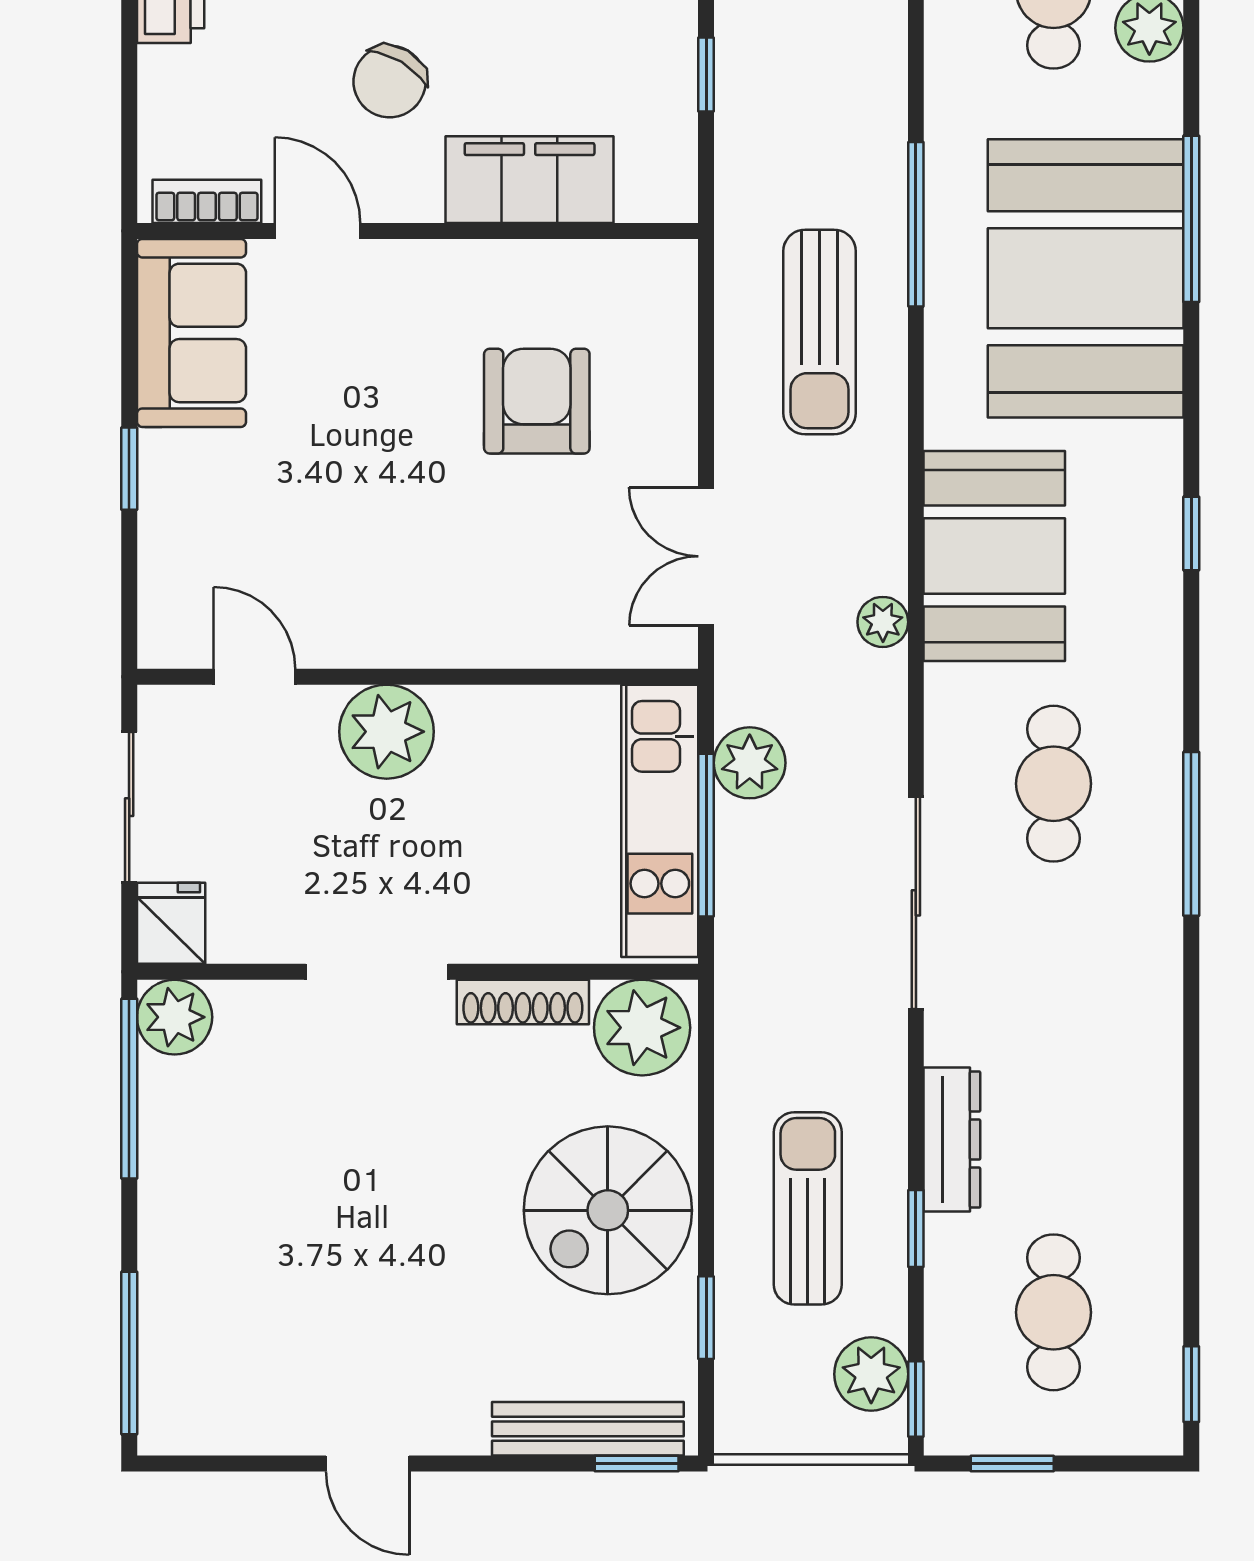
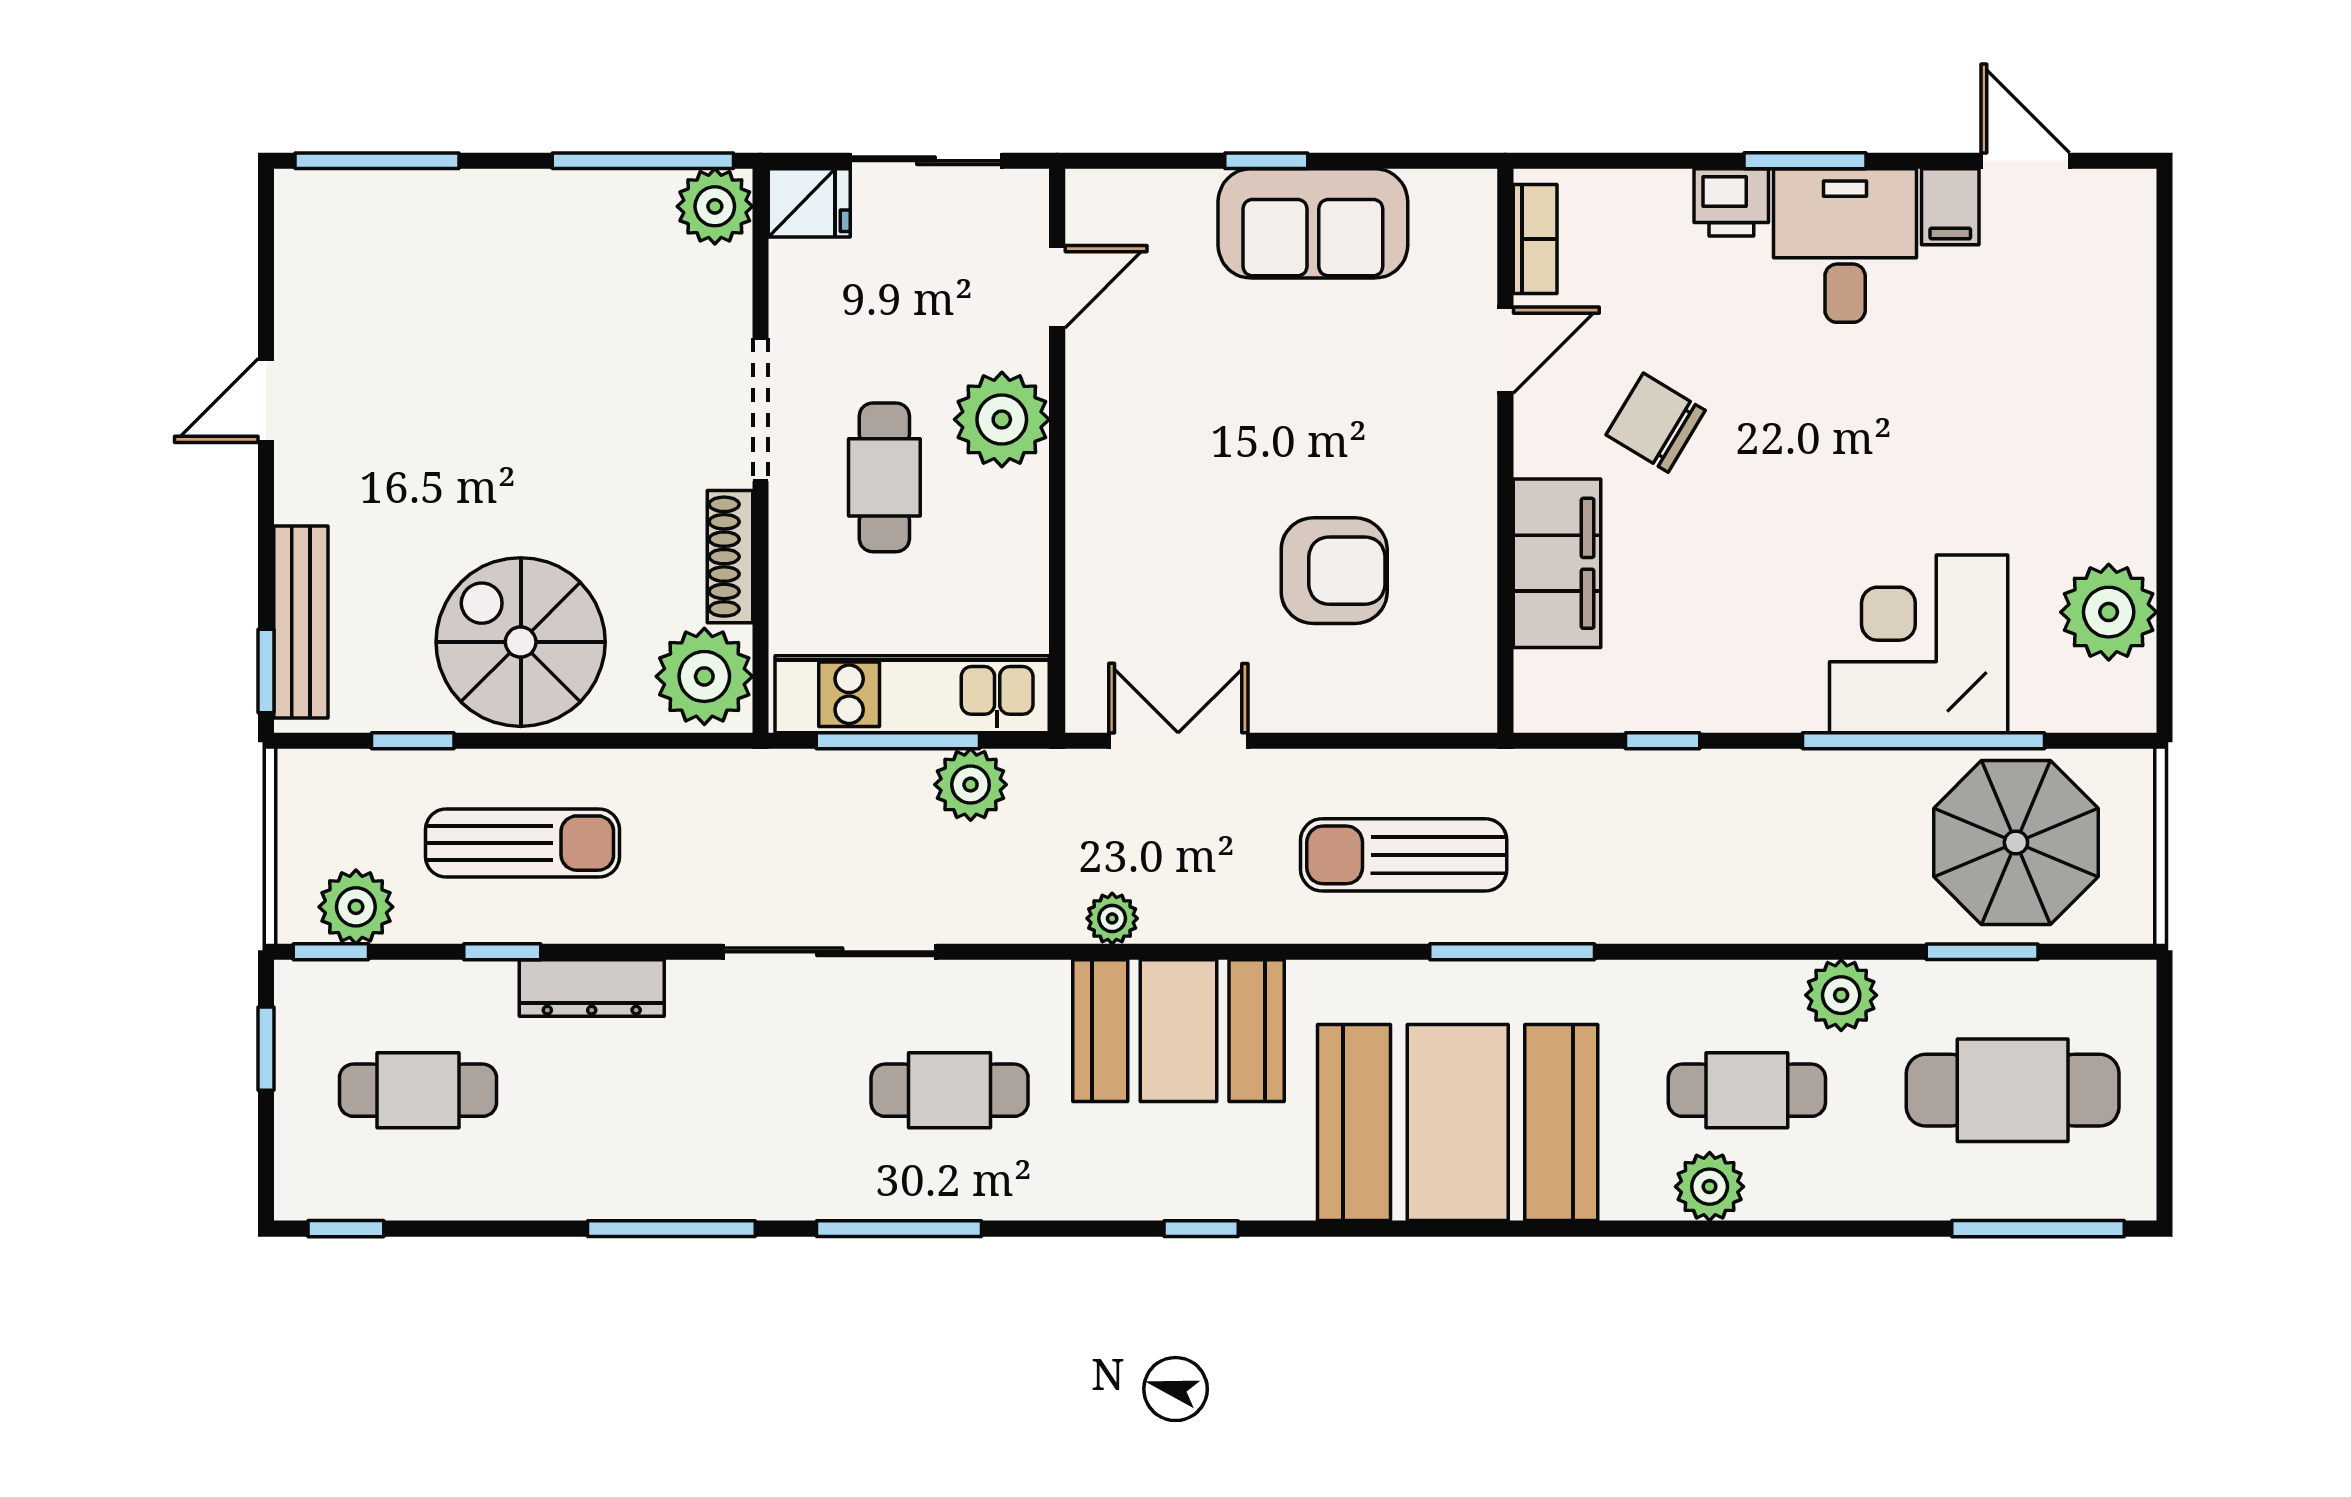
window: (1191, 219) -> (671, 1229), moved
sofa: (191, 333) -> (1313, 223), moved
cafe table: (444, 849) -> (884, 477), added

